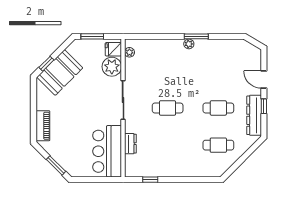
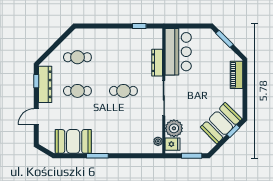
plant: (189, 44) -> (104, 149), removed
booth: (223, 52) -> (73, 141), added
door: (264, 79) -> (36, 117), swing flipped
window: (264, 106) -> (36, 81), moved
dresser: (130, 144) -> (157, 63), width x1.44

